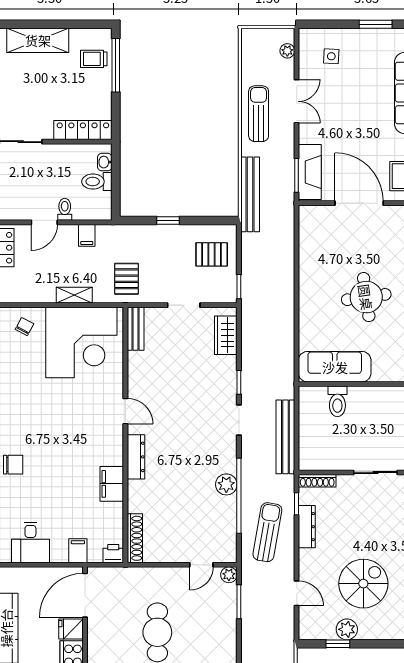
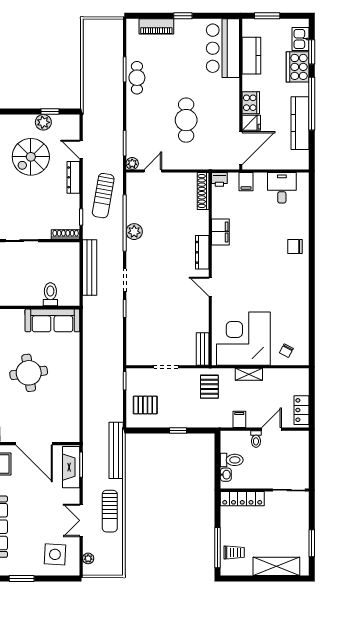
side table: (331, 56) -> (55, 554), width x1.87, depth x1.87
wardrobe: (226, 335) -> (135, 344), removed
dresser: (307, 527) -> (73, 177), moved

